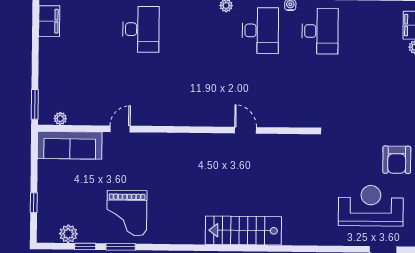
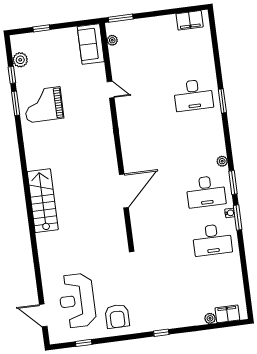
door: (245, 130) -> (124, 191), width x1.88
sofa: (70, 145) -> (91, 44), width x0.73
armchair: (397, 160) -> (117, 316), turned -90
reception desk: (371, 206) -> (77, 301), turned 180

